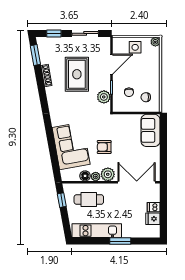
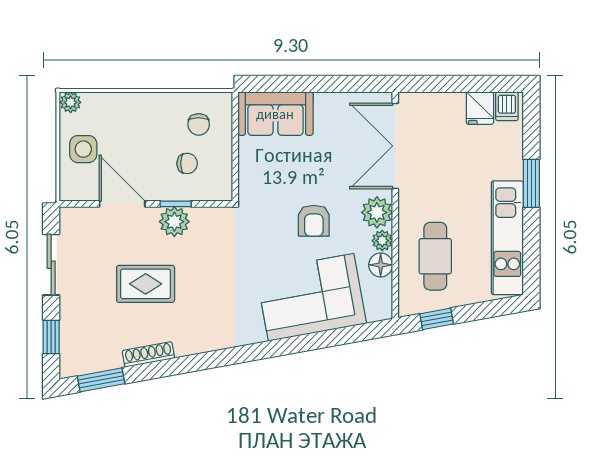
rug: (77, 74) -> (146, 284), width x0.73, depth x0.70
plant: (104, 97) -> (174, 222), moved
dishwasher: (154, 207) -> (507, 106), moved

